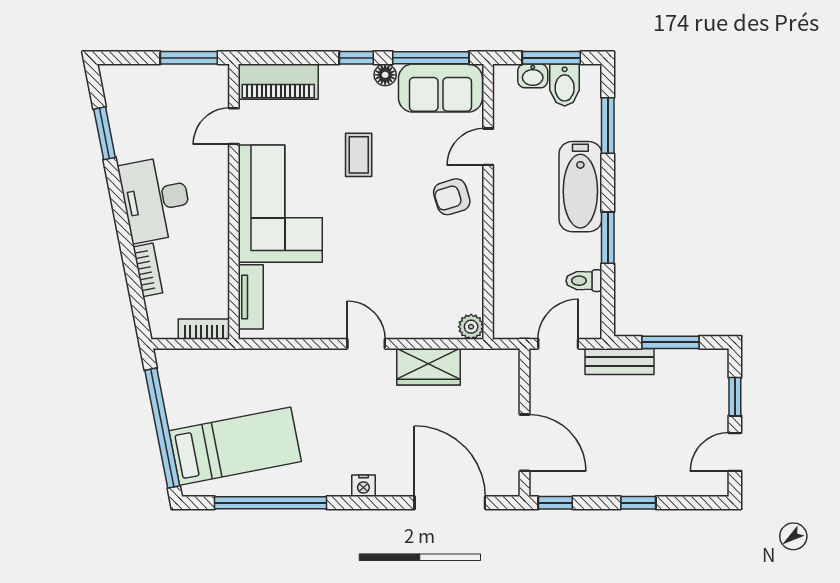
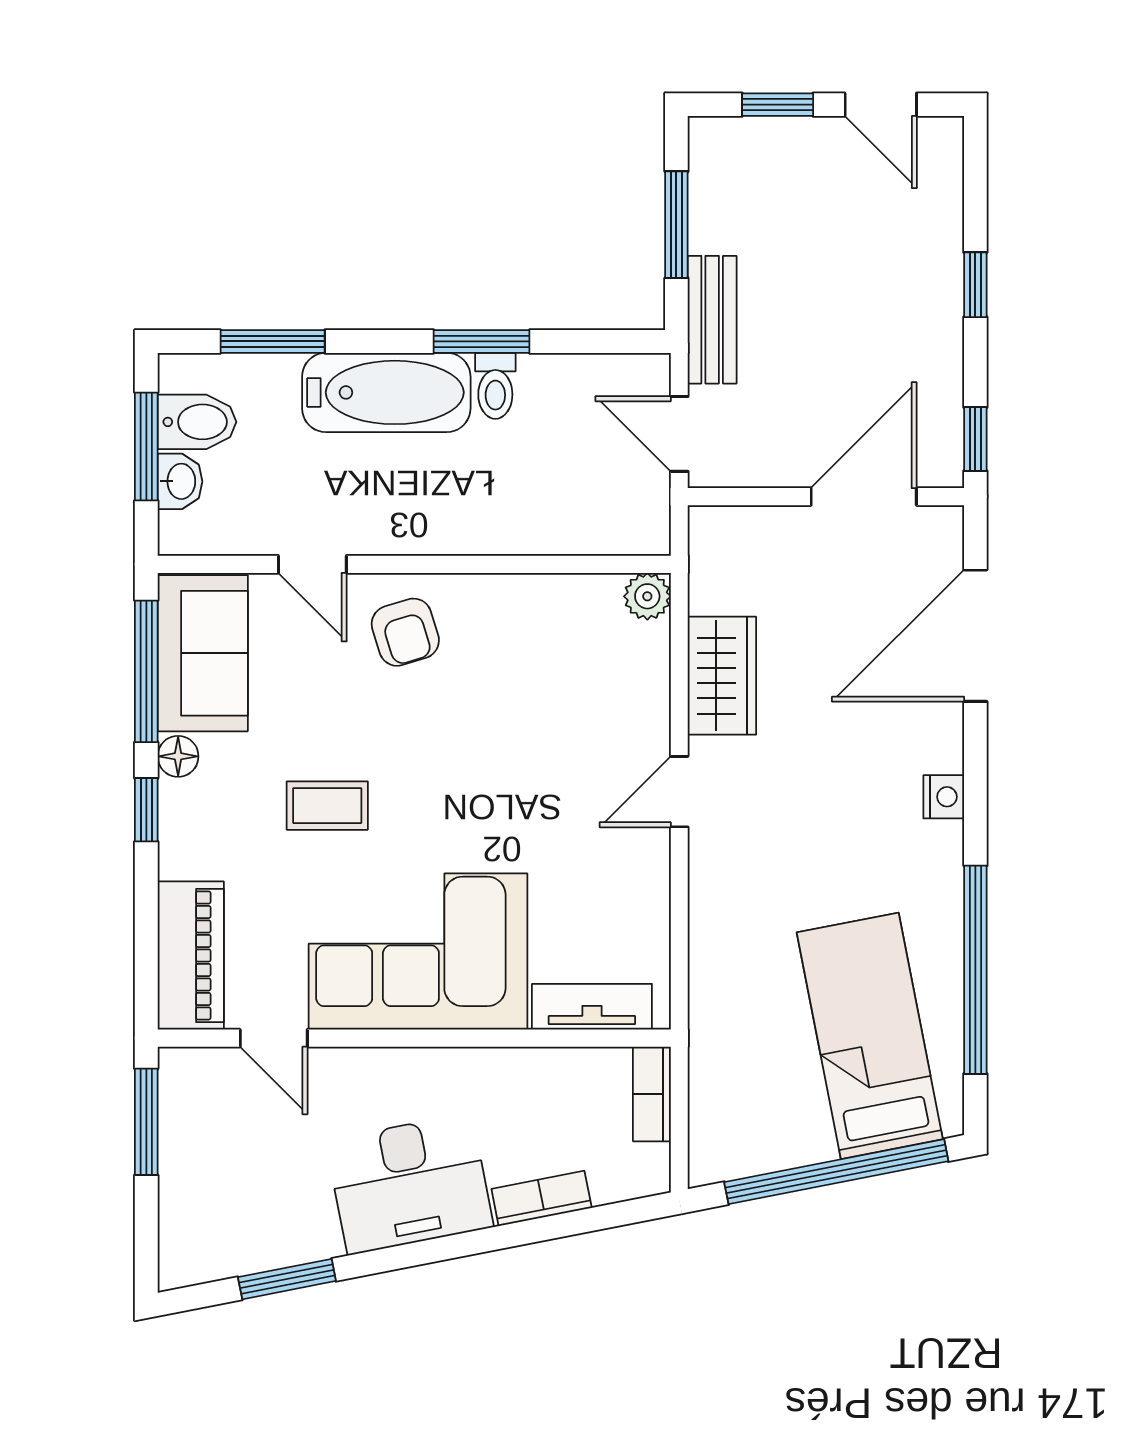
toilet: (584, 281) -> (495, 386), moved

